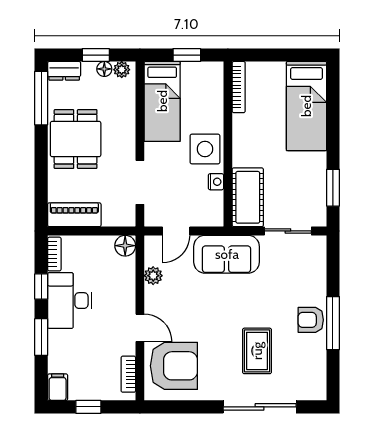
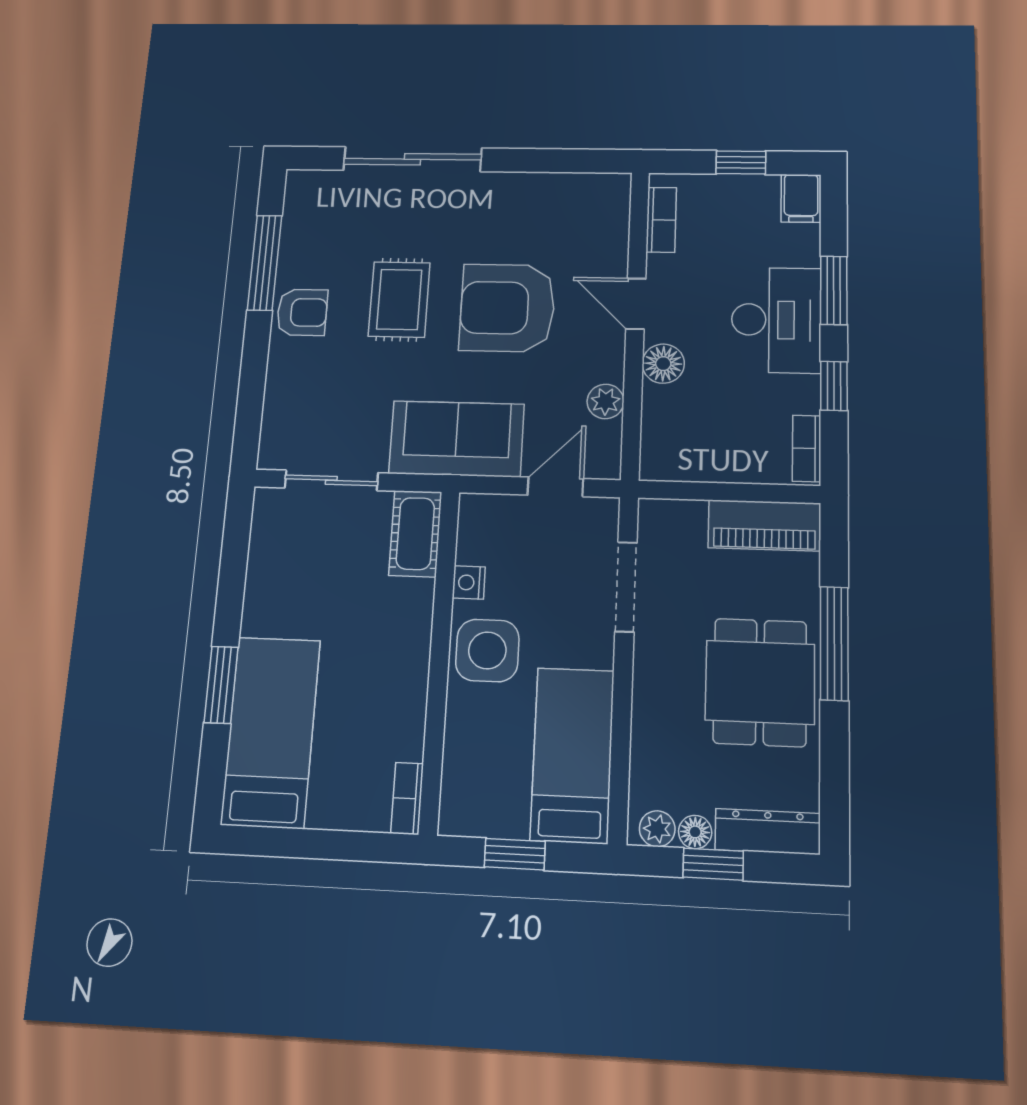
dresser: (64, 71) -> (768, 832), width x1.44
bookcase: (239, 87) -> (407, 798), width x0.64
window: (41, 98) -> (834, 643), moved
window: (333, 188) -> (221, 685), moved
cot: (248, 197) -> (415, 534), width x0.73, depth x0.75
floor lamp: (125, 246) -> (663, 364), moved
desk: (70, 301) -> (776, 320), moved
window: (333, 323) -> (265, 263), moved
rug: (257, 351) -> (399, 300), moved
armchair: (174, 366) -> (507, 308), moved

